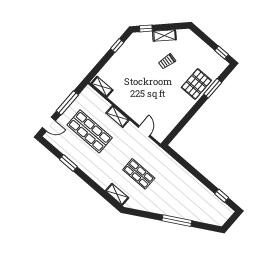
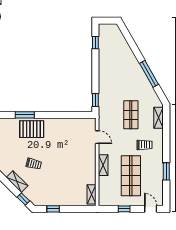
window: (67, 103) -> (124, 209), width x0.46
door: (144, 131) -> (97, 137), swing flipped
window: (176, 156) -> (95, 100), added
trolley: (105, 164) -> (144, 145), added
window: (177, 221) -> (149, 74), moved

